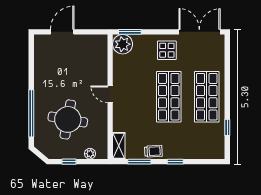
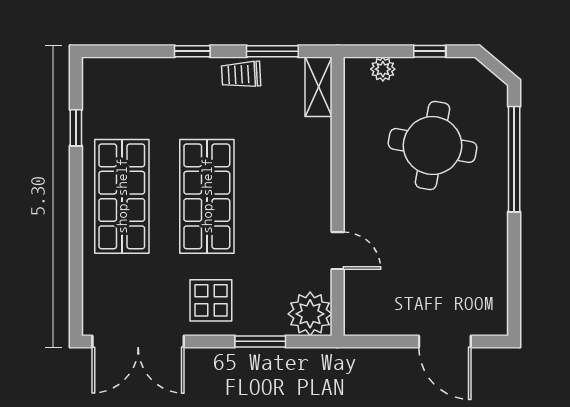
door: (62, 32) -> (445, 341), hinge flipped
window: (130, 32) -> (260, 341), moved
door: (110, 94) -> (338, 251), moved

